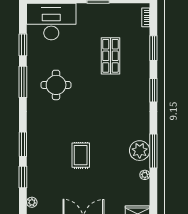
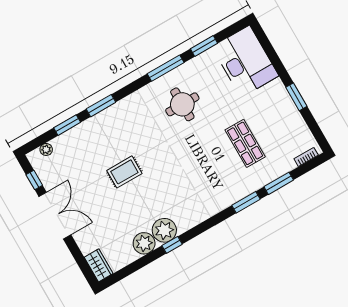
shop shelf: (110, 56) -> (245, 143), turned 90
window: (153, 90) -> (246, 202), moved
window: (153, 151) -> (172, 245), width x0.46
plant: (145, 175) -> (144, 243), width x1.88, depth x1.88

